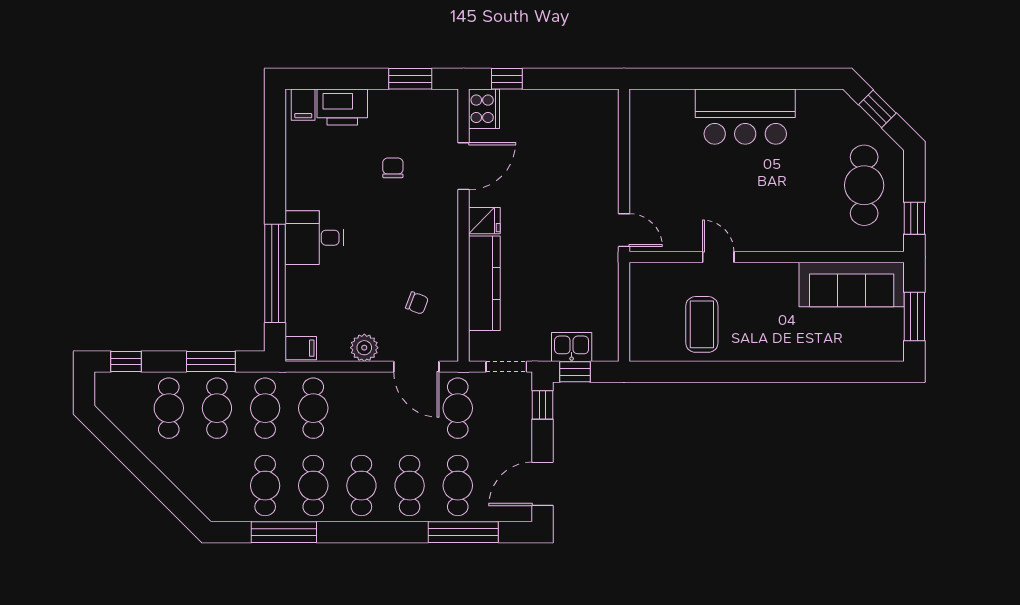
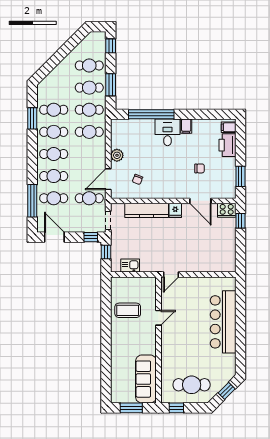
bar counter: (745, 117) -> (223, 322), width x1.36
kitchen sink: (572, 347) -> (130, 266), moved, turned -90
filing cabinet: (301, 348) -> (186, 126), moved
window: (284, 532) -> (32, 118), width x0.69

